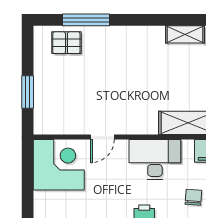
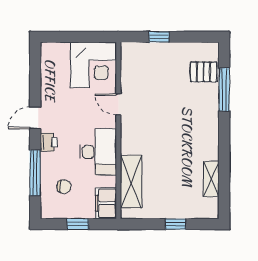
pallet: (66, 43) -> (204, 72), turned 90
window: (28, 92) -> (159, 37), width x0.67

